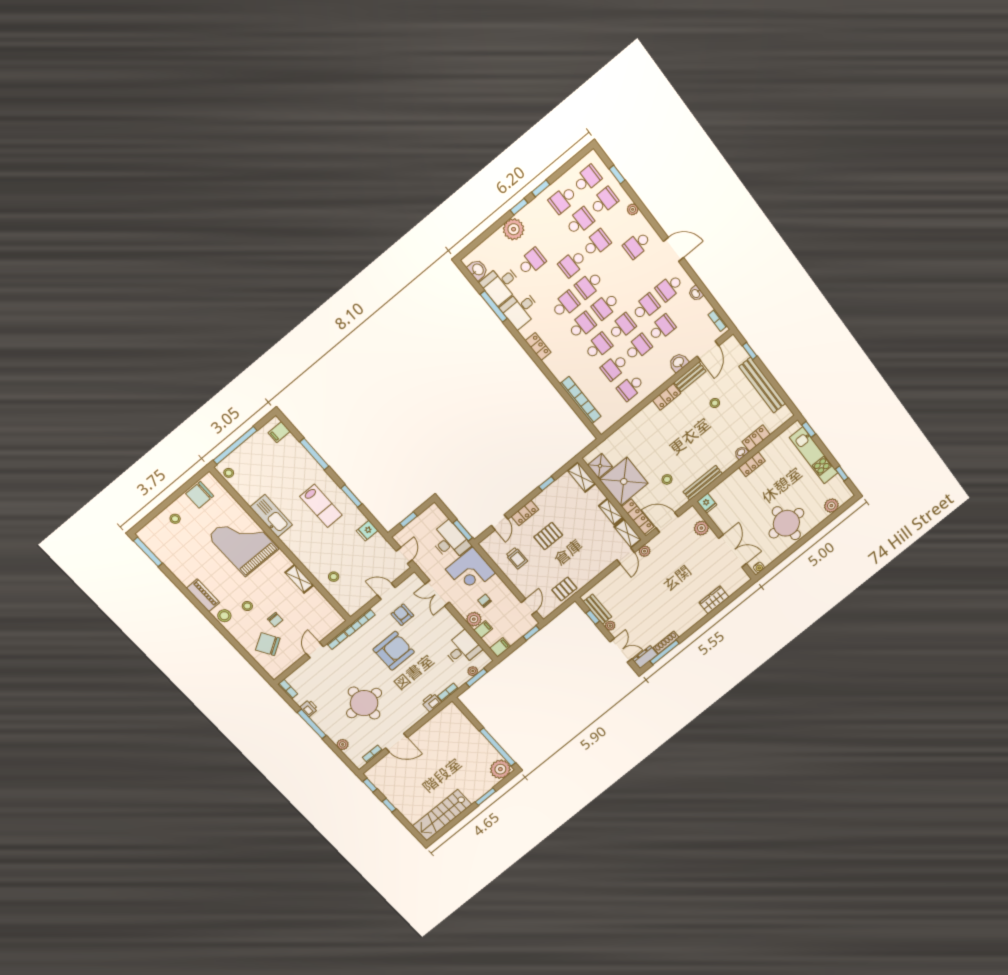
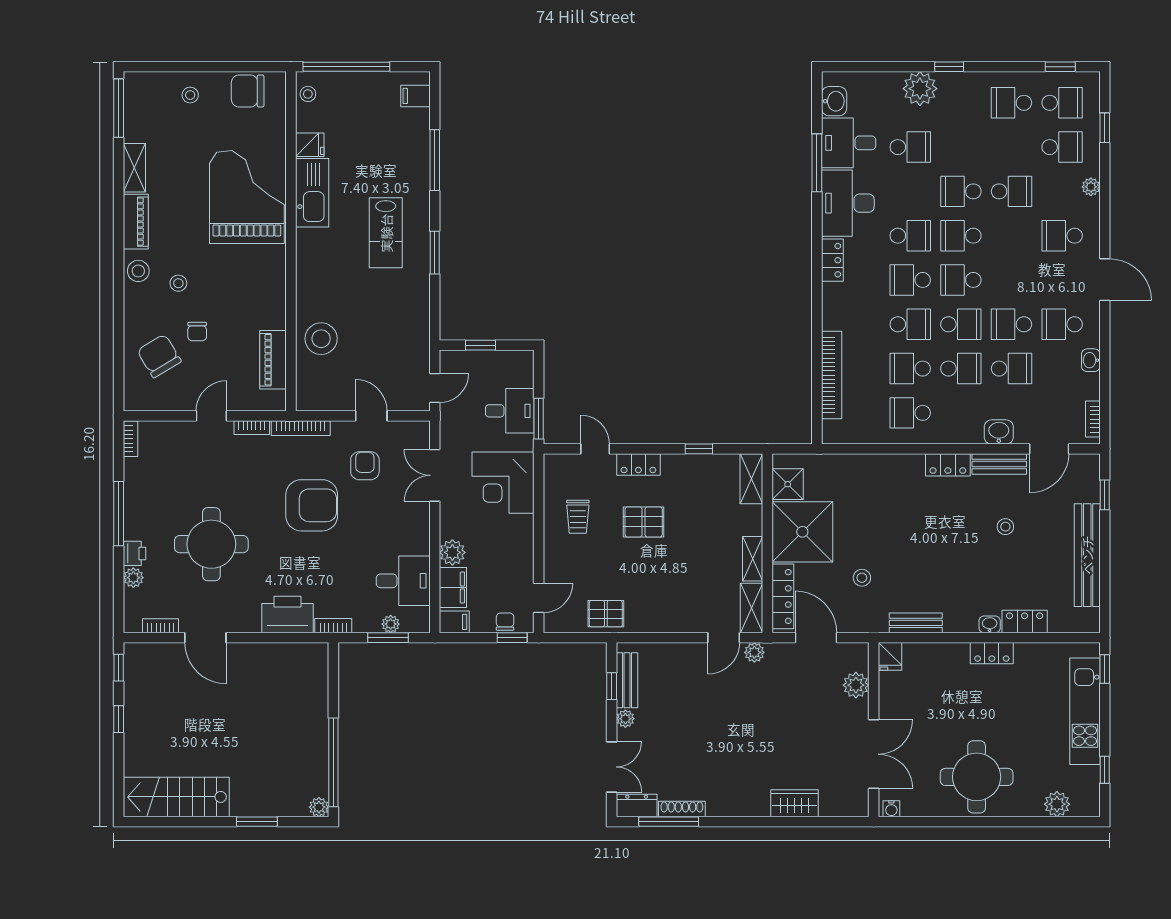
window: (541, 188) -> (1060, 67), moved
school desk: (580, 221) -> (1011, 147), removed
school desk: (646, 307) -> (1011, 324), turned 180
desk: (520, 309) -> (848, 203), width x1.37
school desk: (582, 326) -> (910, 280), turned 180
bench: (703, 483) -> (916, 623), width x0.73
door: (500, 522) -> (595, 449), swing flipped
fridge: (367, 531) -> (310, 145), moved, turned 180
desk: (450, 541) -> (510, 411), width x0.73
stool: (334, 577) -> (321, 339), width x1.89, depth x1.89
shelving: (299, 579) -> (134, 168), moved
chair: (485, 601) -> (505, 622), moved
piano: (320, 604) -> (273, 360), added
filing cabinet: (483, 629) -> (453, 587), width x2.00
printer: (431, 702) -> (287, 615), width x1.87, depth x1.48
printer: (309, 708) -> (135, 553), moved
plant: (500, 769) -> (319, 807), width x0.53, depth x0.53

